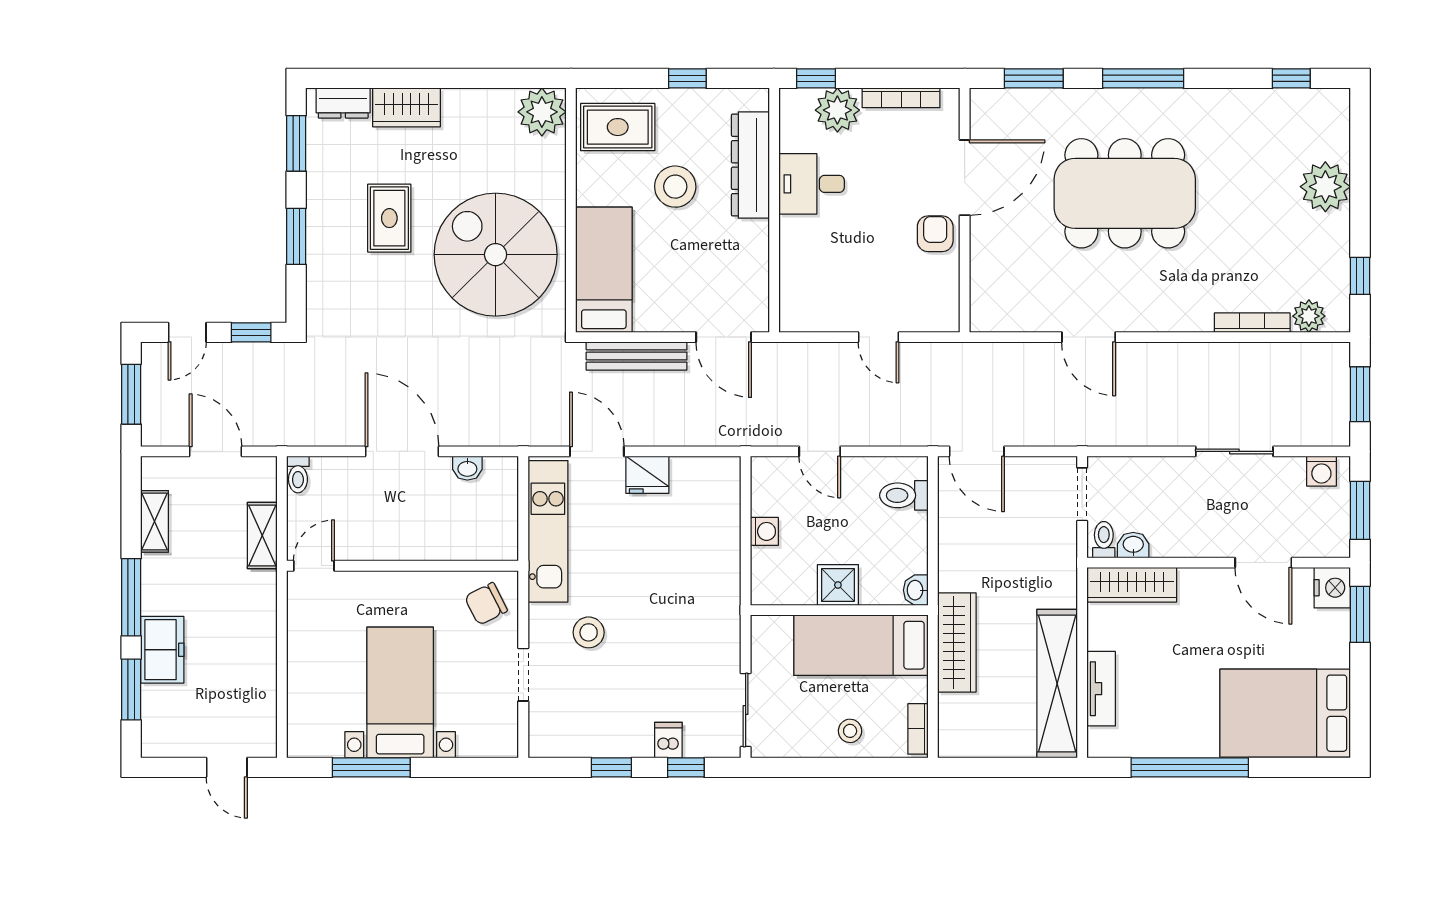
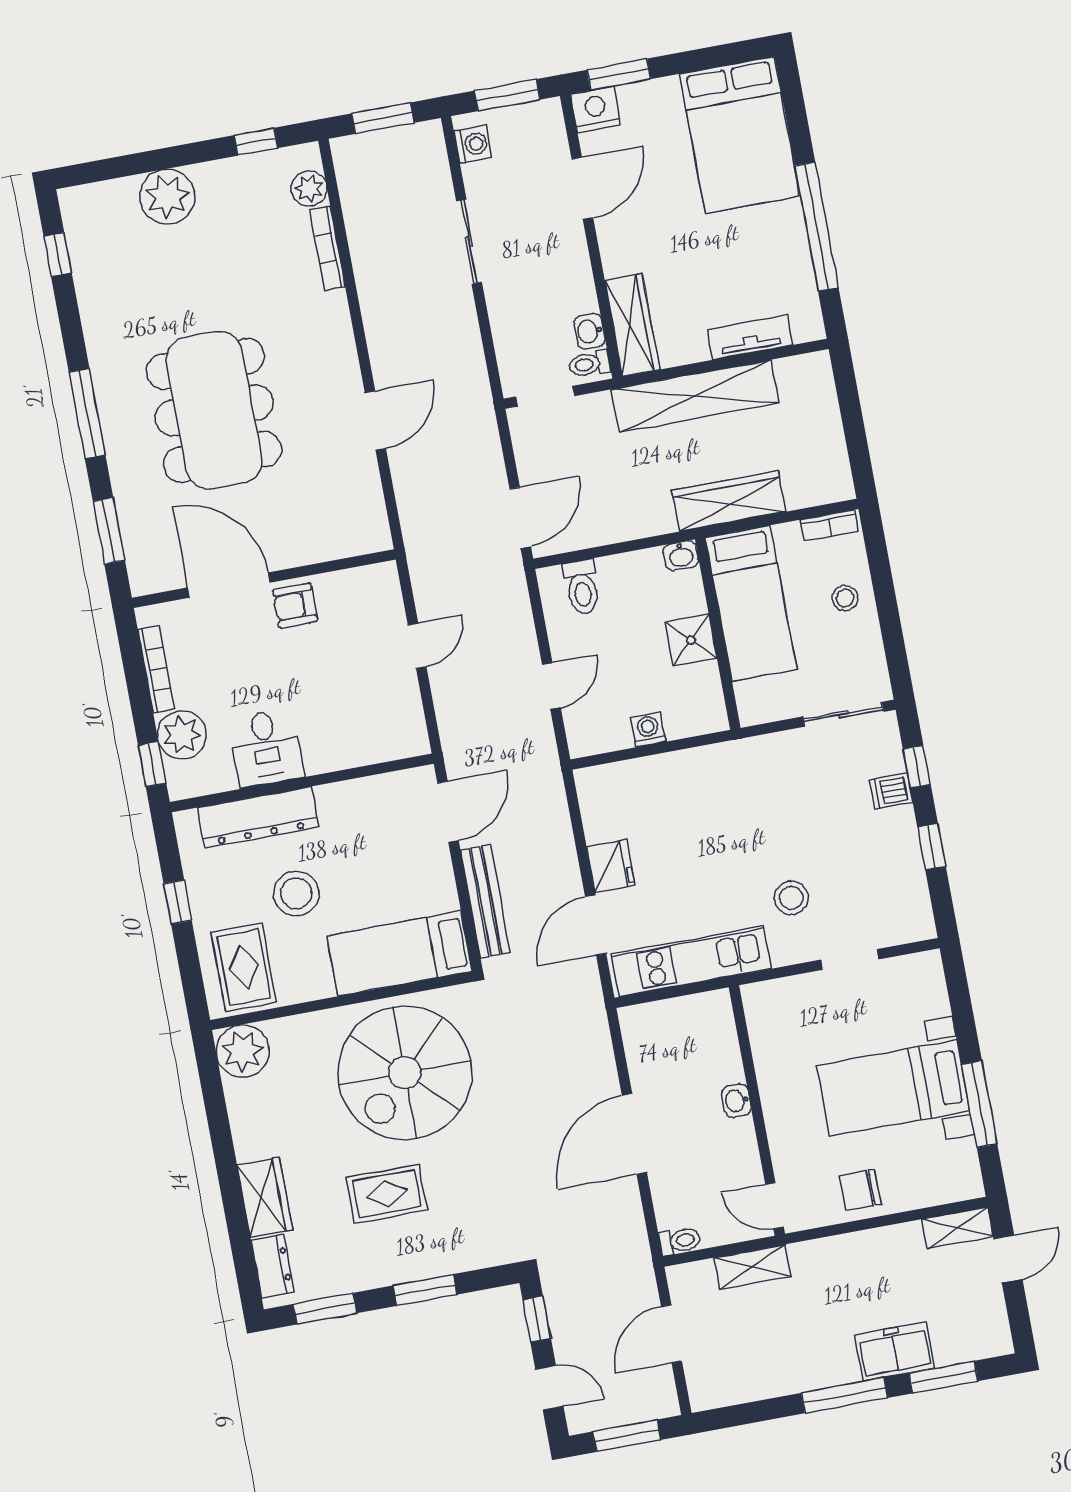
washbasin: (467, 468) -> (736, 1101), moved, turned 180
shelving: (154, 521) -> (957, 1228), moved
chair: (486, 604) -> (860, 1190), moved, turned 117
shelving: (1057, 684) -> (695, 396), moved

